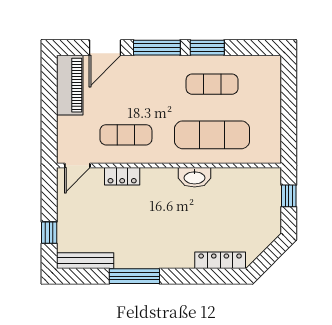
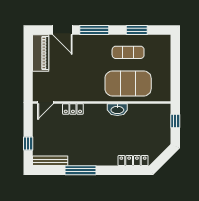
door: (105, 48) -> (62, 30), hinge flipped
window: (207, 48) -> (137, 30), moved
exercise mat: (126, 135) -> (75, 83), removed
exercise mat: (212, 135) -> (128, 83), width x1.47

